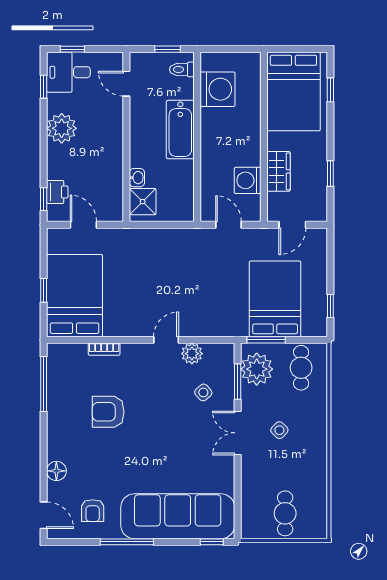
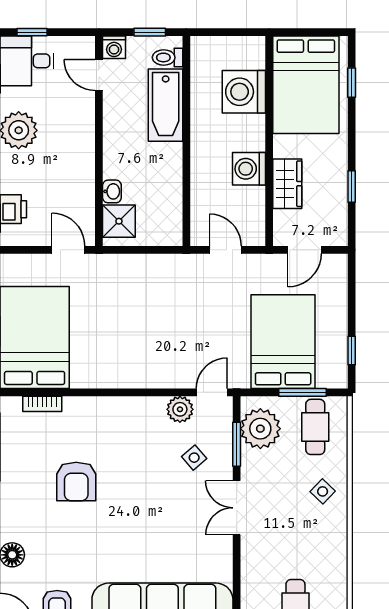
washing machine: (139, 61) -> (114, 47), added
washing machine: (218, 89) -> (244, 92), moved, turned 180
bathtub: (180, 130) -> (166, 105), moved
washing machine: (248, 180) -> (249, 169), moved
door: (83, 225) -> (68, 250), moved
door: (166, 340) -> (212, 392), moved
window: (266, 340) -> (303, 392), moved
bookcase: (104, 349) -> (42, 404), moved
armchair: (108, 412) -> (76, 482), turned -90
side table: (279, 430) -> (323, 491), moved

